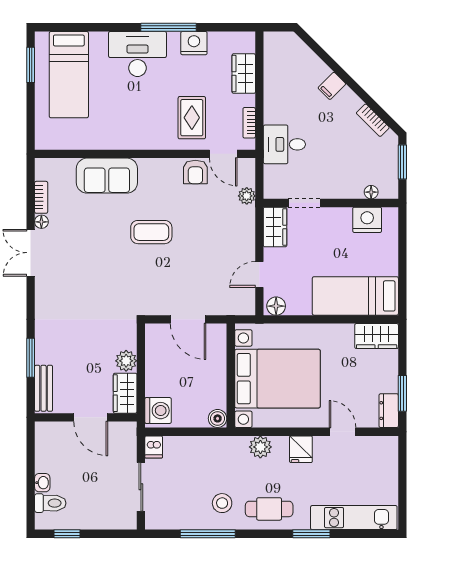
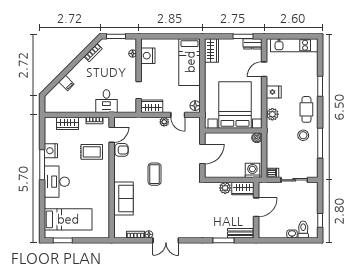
filing cabinet: (332, 86) -> (66, 83), moved
plant: (247, 196) -> (164, 122), moved
kitchen unit: (354, 518) -> (294, 45), moved, turned -90

